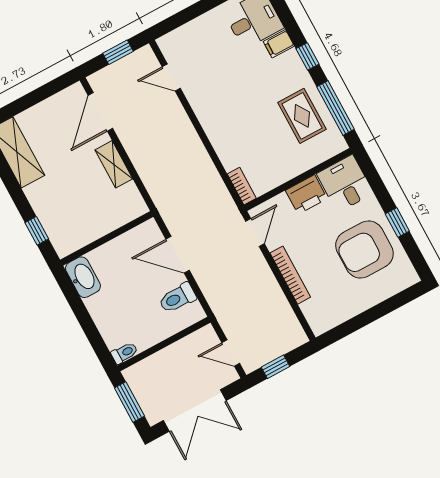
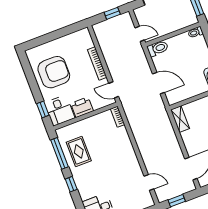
filing cabinet: (279, 44) -> (86, 193), removed
shelving: (114, 164) -> (180, 119), moved
window: (397, 223) -> (43, 109), moved
door: (255, 232) -> (114, 90), hinge flipped
toilet: (178, 298) -> (158, 48), moved
door: (231, 353) -> (140, 34), moved

